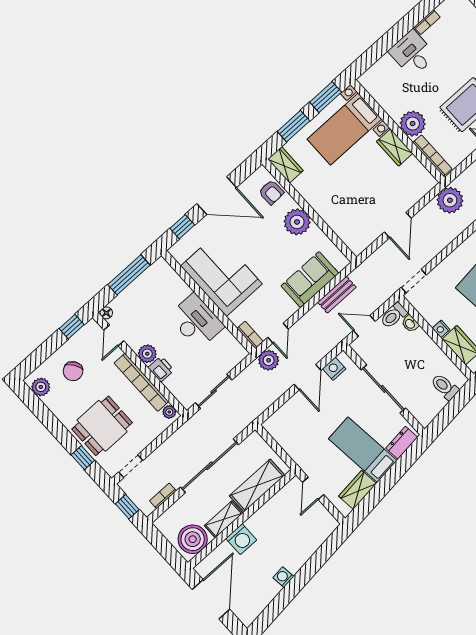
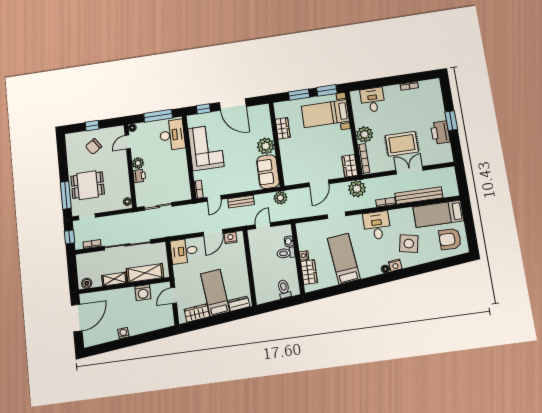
desk: (412, 53) -> (373, 100), moved
wardrobe: (395, 147) -> (350, 166), moved
wardrobe: (285, 165) -> (283, 128), moved
armchair: (271, 192) -> (263, 122), removed
sofa: (310, 280) -> (268, 172), moved, turned -90
doorway: (414, 281) -> (336, 215), moved
bench: (337, 295) -> (241, 202), moved
toilet: (394, 316) -> (286, 253), moved
desk: (196, 321) -> (172, 135), moved
door: (364, 326) -> (263, 226), hinge flipped
window: (72, 327) -> (92, 126), moved
plant: (269, 360) -> (280, 198), moved
bookcase: (141, 382) -> (124, 176), removed
plant: (41, 387) -> (71, 144), removed
sliding door: (383, 389) -> (250, 267), removed
desk: (287, 425) -> (184, 251), added
window: (83, 458) -> (66, 195), width x2.17
boiler: (193, 539) -> (87, 283), width x0.54, depth x0.54
washing machine: (241, 539) -> (143, 293), moved

